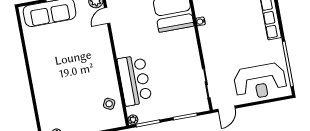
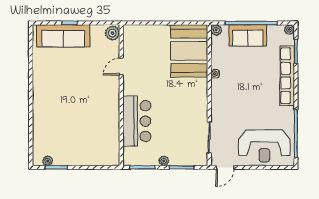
door: (107, 16) -> (121, 67), moved
side table: (109, 104) -> (107, 140), removed
plant: (133, 120) -> (164, 161), moved

